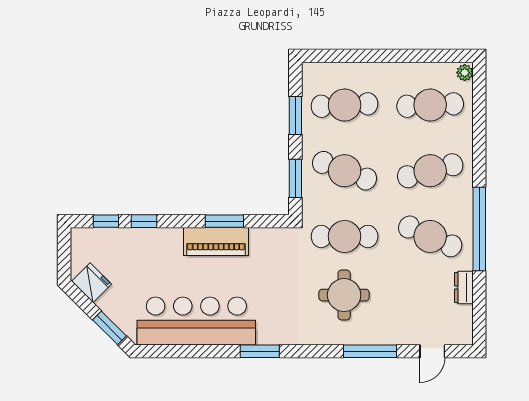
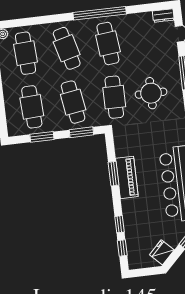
cafe table: (345, 171) -> (73, 102), turned -30
cafe table: (430, 236) -> (108, 43), turned -30
dresser: (464, 287) -> (163, 16), moved

